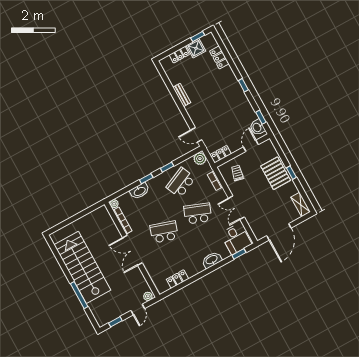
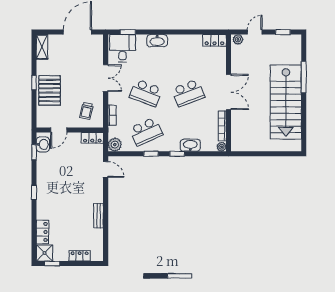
shower: (196, 48) -> (44, 253), moved
school desk: (164, 232) -> (188, 93), turned -39
locker: (177, 279) -> (214, 40), moved

